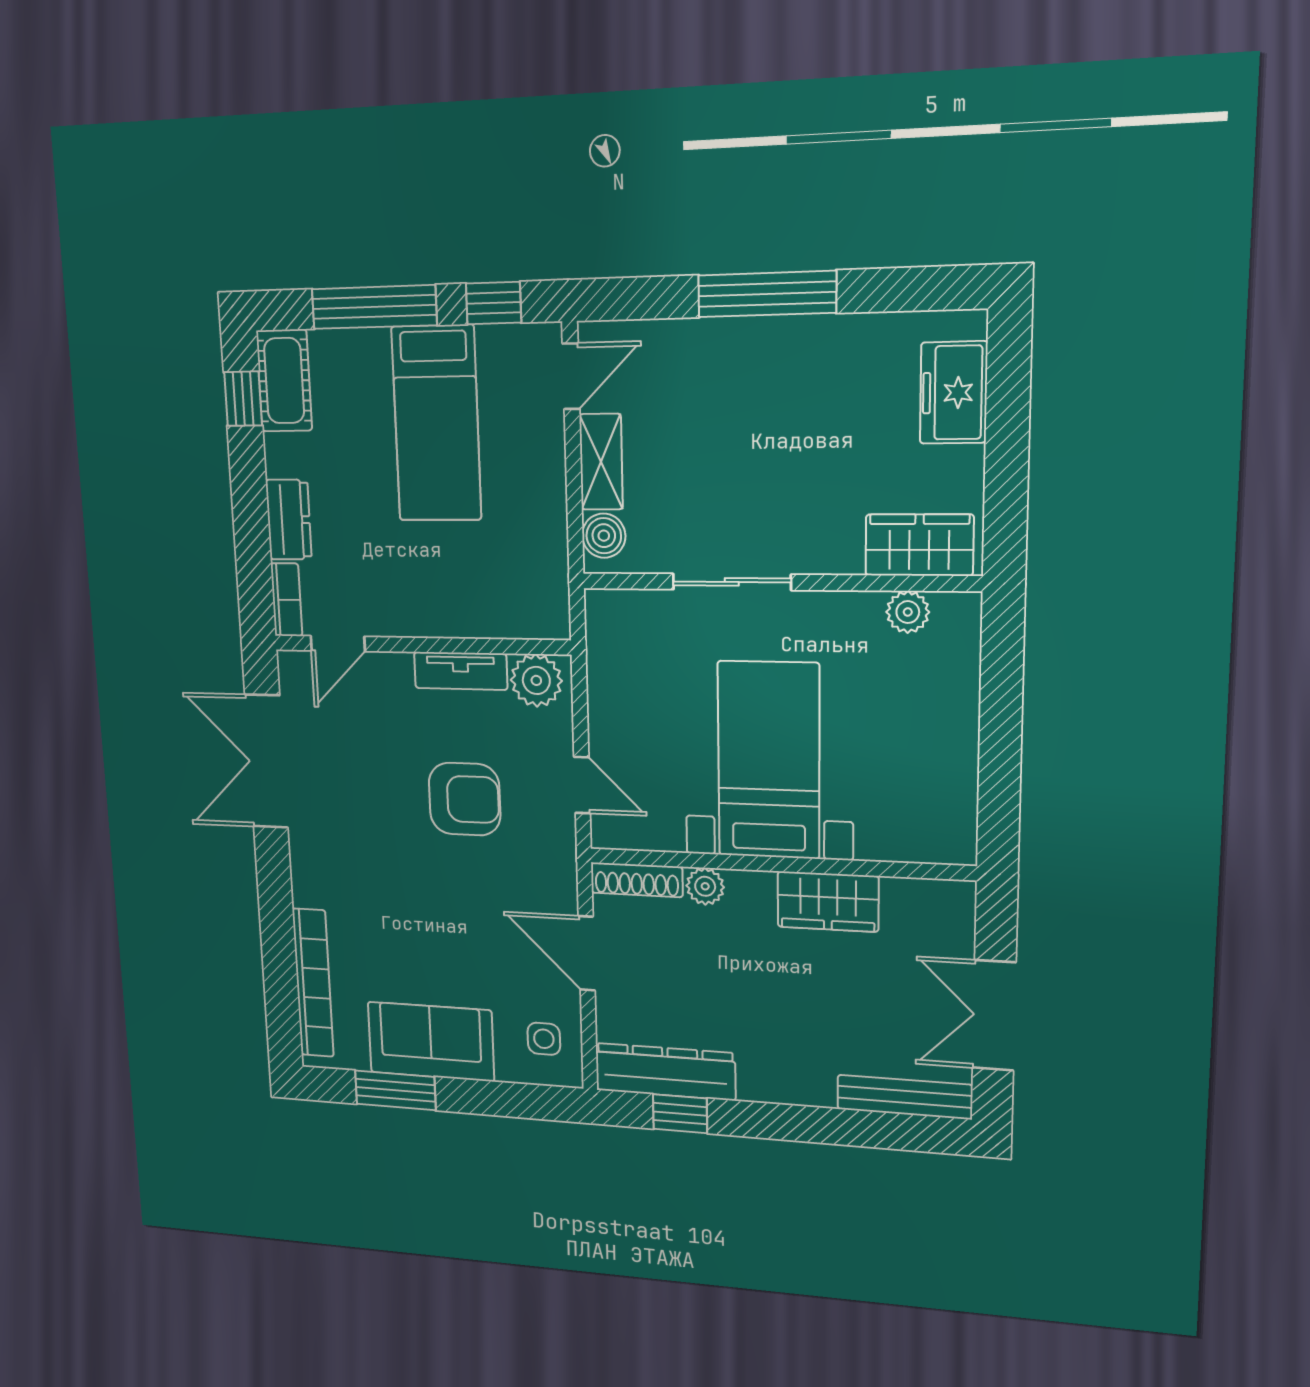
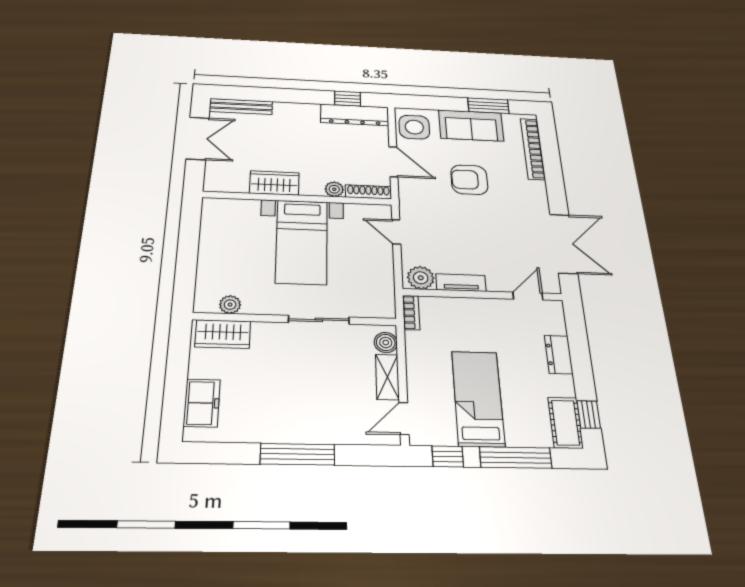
bookcase: (286, 600) -> (411, 313), moved, turned 180
armchair: (465, 799) -> (469, 180), moved
side table: (544, 1039) -> (414, 127), width x1.87, depth x1.87

